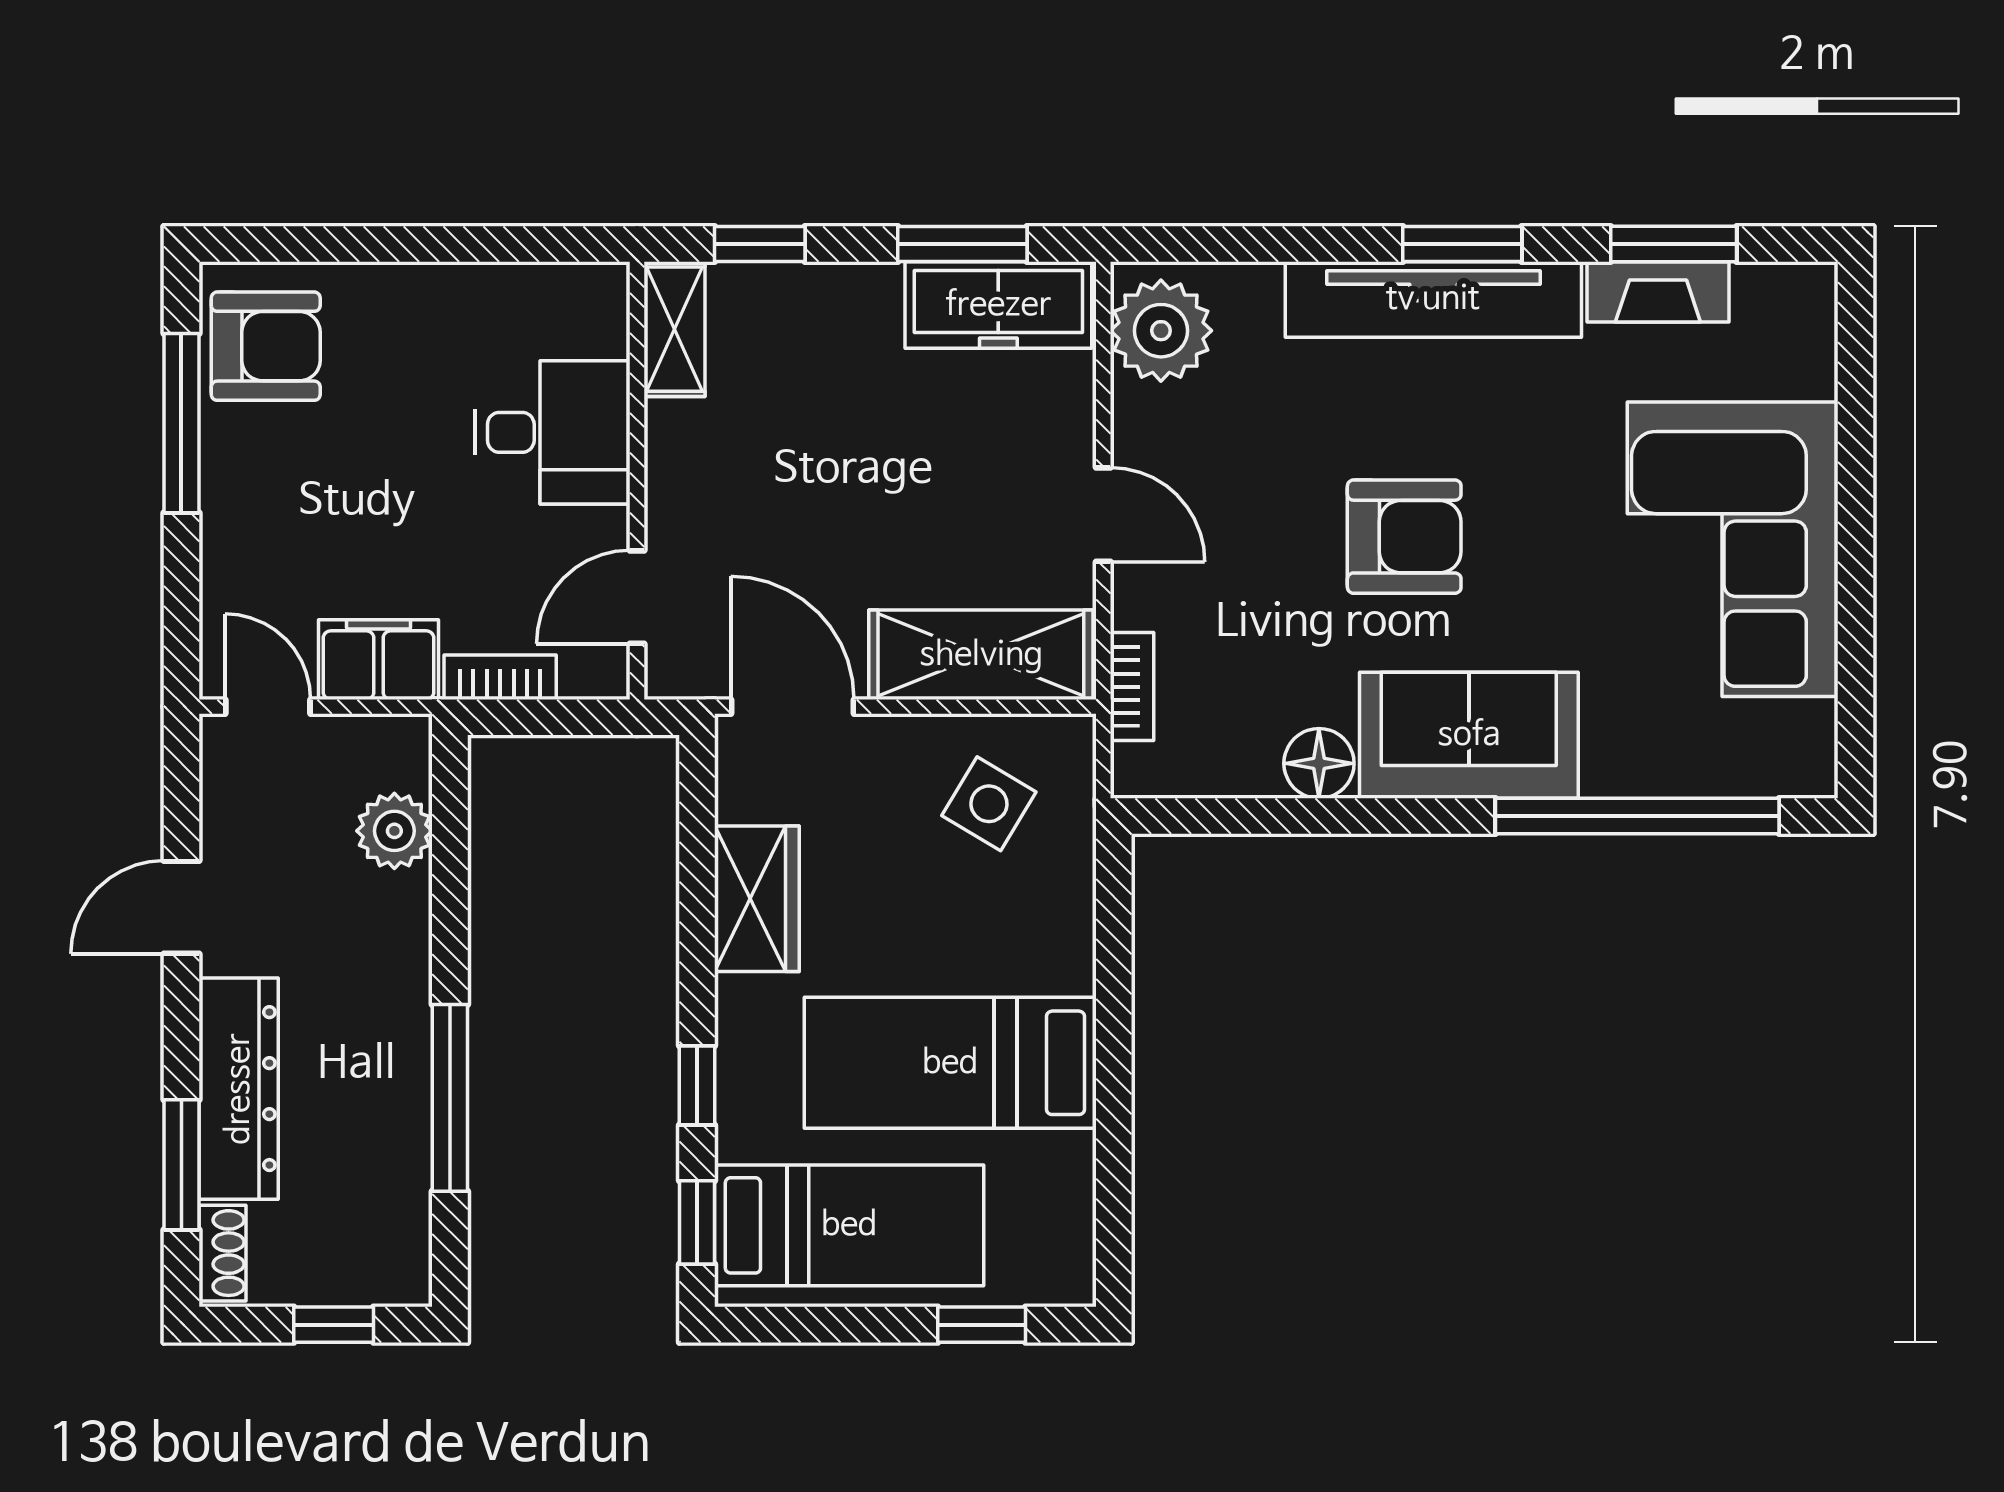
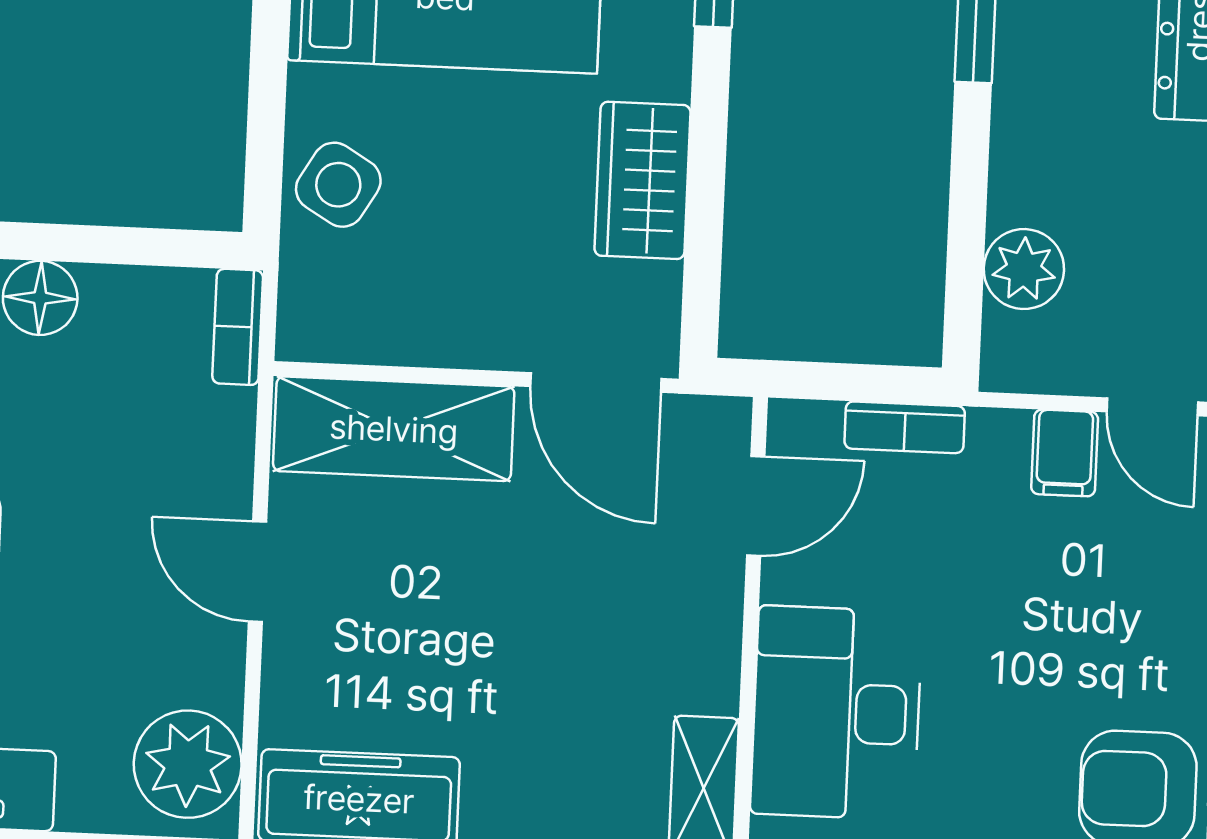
desk: (553, 432) -> (836, 713), width x1.37
filing cabinet: (379, 660) -> (1065, 453), width x0.50
bookcase: (1132, 687) -> (238, 327), moved
side table: (989, 804) -> (338, 185), moved

